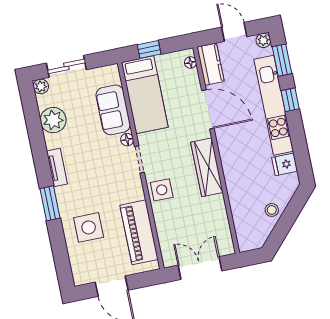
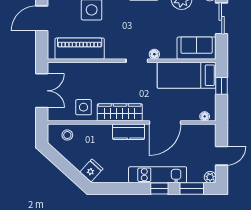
kitchen counter: (210, 64) -> (129, 132), moved
kitchen unit: (274, 105) -> (158, 175), width x0.73
sofa: (113, 110) -> (197, 48), moved
fridge: (285, 164) -> (91, 171), moved, turned 42
side table: (162, 190) -> (84, 107), moved
stool: (272, 210) -> (67, 135), moved

